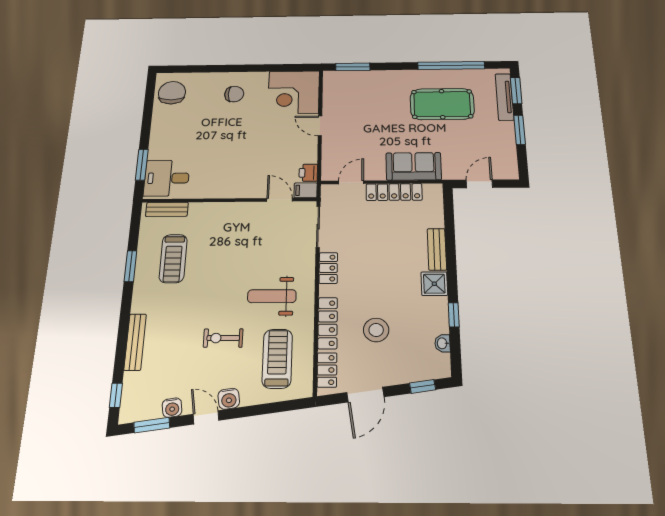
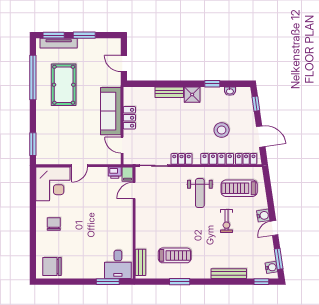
sofa: (414, 166) -> (111, 111), width x1.36
locker: (394, 192) -> (129, 118), width x0.66
water cooler: (172, 408) -> (271, 267), moved

